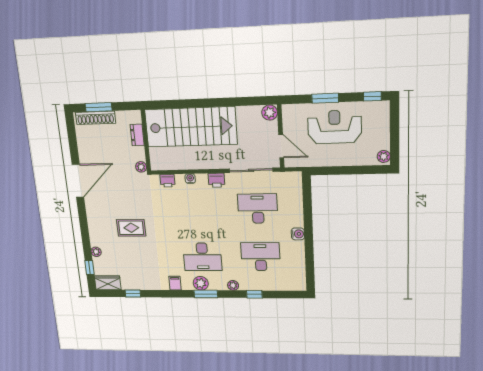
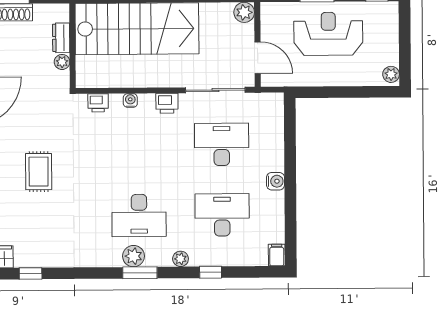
plant: (141, 167) -> (62, 62), moved
rug: (131, 228) -> (39, 172), turned 90
filing cabinet: (175, 283) -> (277, 255), moved

